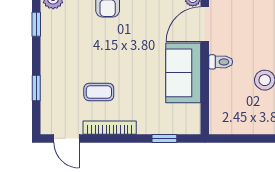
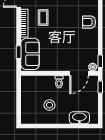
door: (205, 24) -> (79, 73), swing flipped
sofa: (183, 73) -> (30, 54), moved, turned 90

